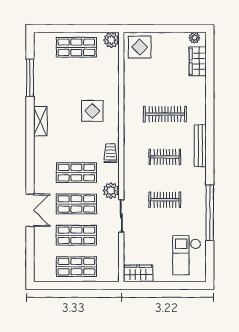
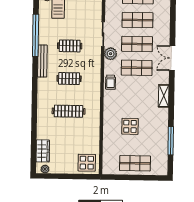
plant: (111, 40) -> (108, 168), removed
display table: (92, 111) -> (130, 126), moved
shelving: (40, 121) -> (164, 96), moved
bench: (200, 146) -> (42, 61), moved
double door: (30, 210) -> (172, 58), moved

